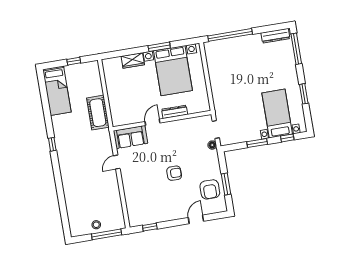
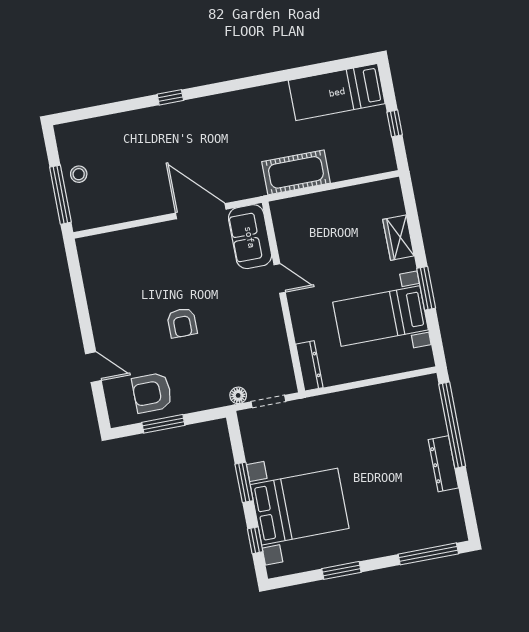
dresser: (275, 36) -> (443, 464), moved
bed with nightstands: (173, 71) -> (381, 316), width x0.73
dresser: (175, 112) -> (309, 366), moved
bed with nightstands: (277, 113) -> (300, 507), width x1.36
window: (52, 144) -> (170, 97), moved
door: (117, 162) -> (201, 211), width x1.87
window: (150, 227) -> (76, 278), removed

